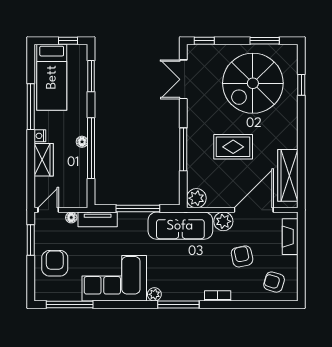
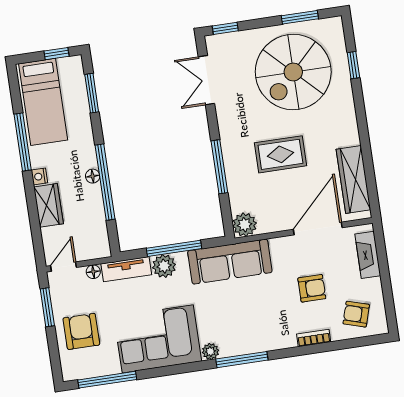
plant: (223, 221) -> (164, 266), moved
armchair: (242, 256) -> (312, 288), turned 102
bookcase: (218, 296) -> (314, 338), moved

